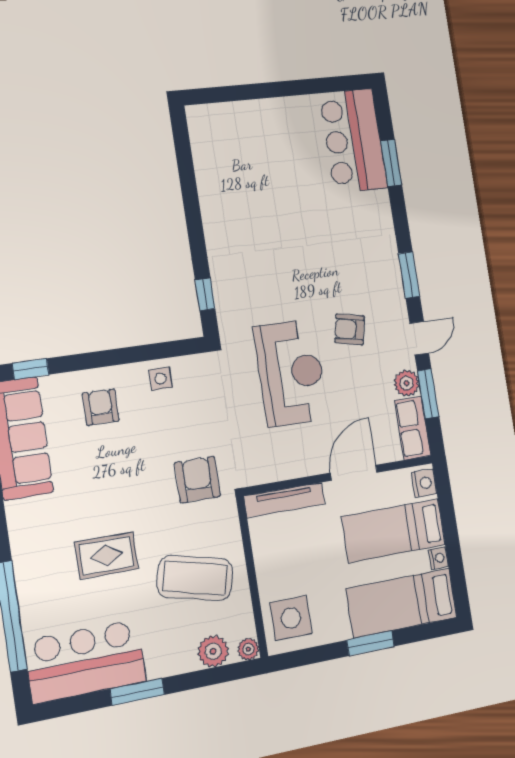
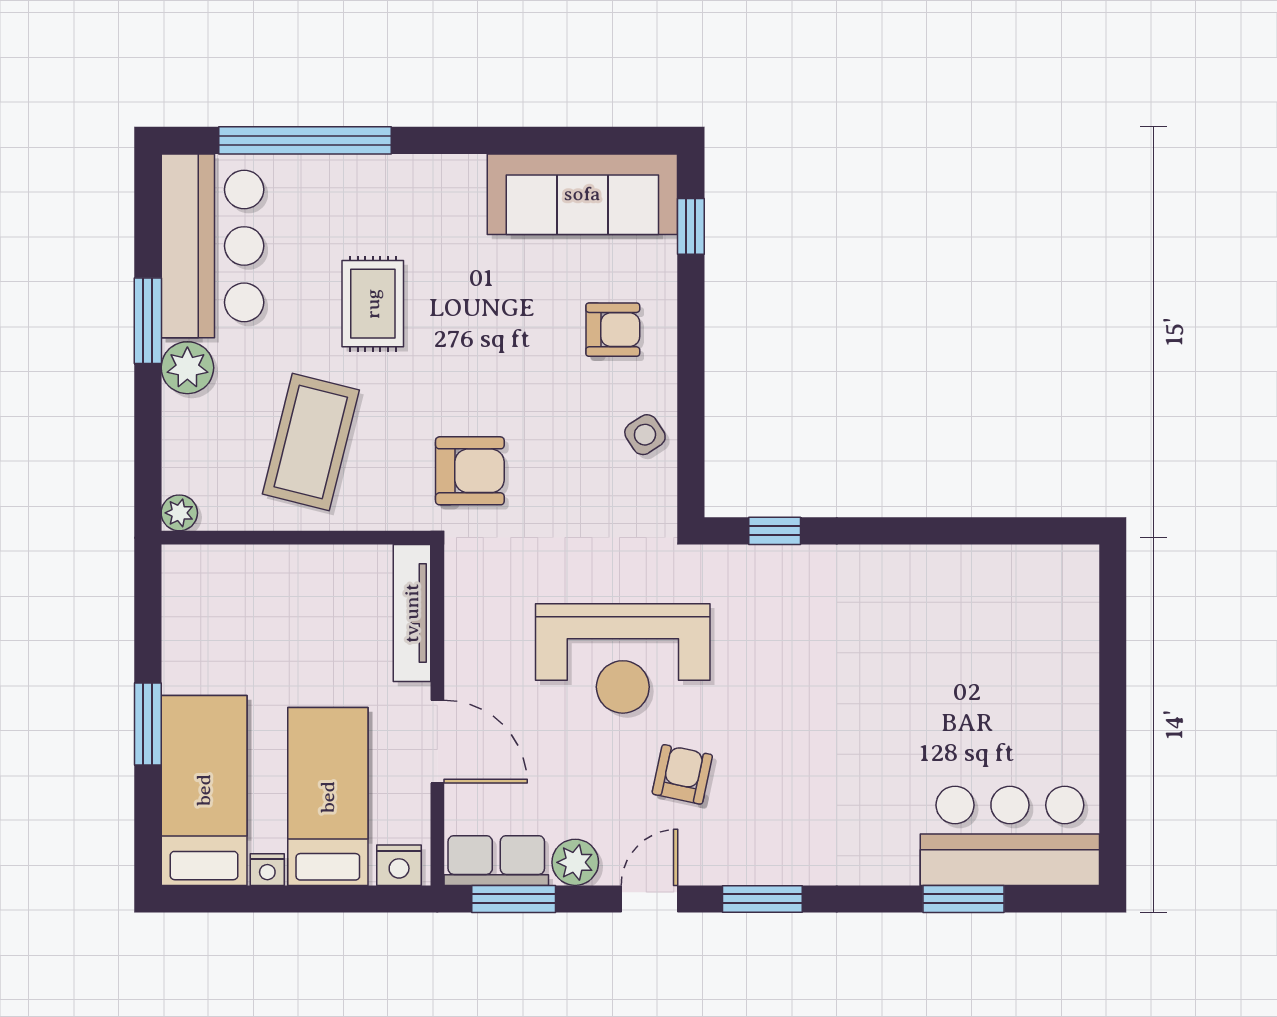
door: (419, 338) -> (649, 899), swing flipped
side table: (161, 379) -> (645, 435), turned -33
window: (428, 394) -> (514, 899), moved
side table: (291, 618) -> (216, 593), removed
plant: (213, 651) -> (187, 368), moved

